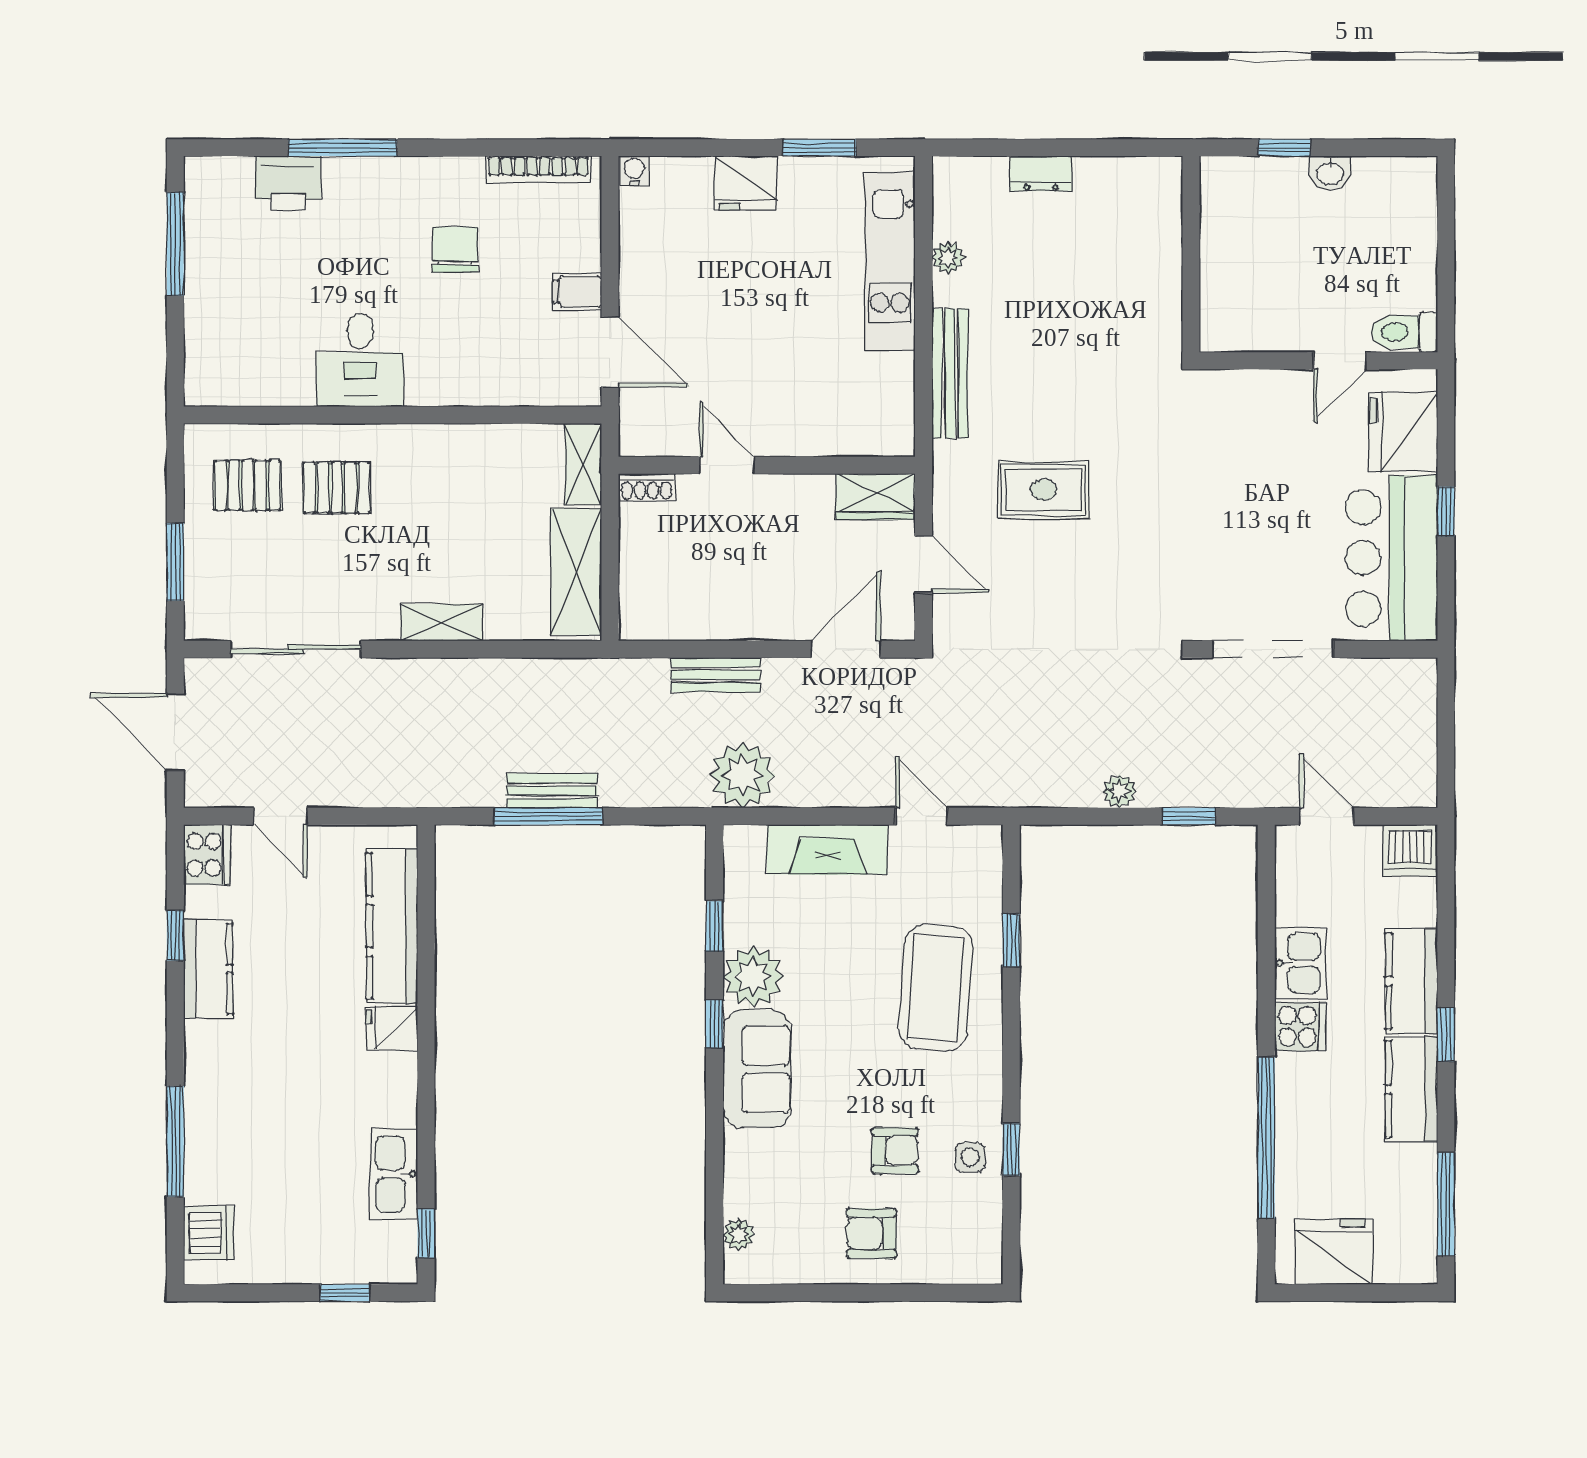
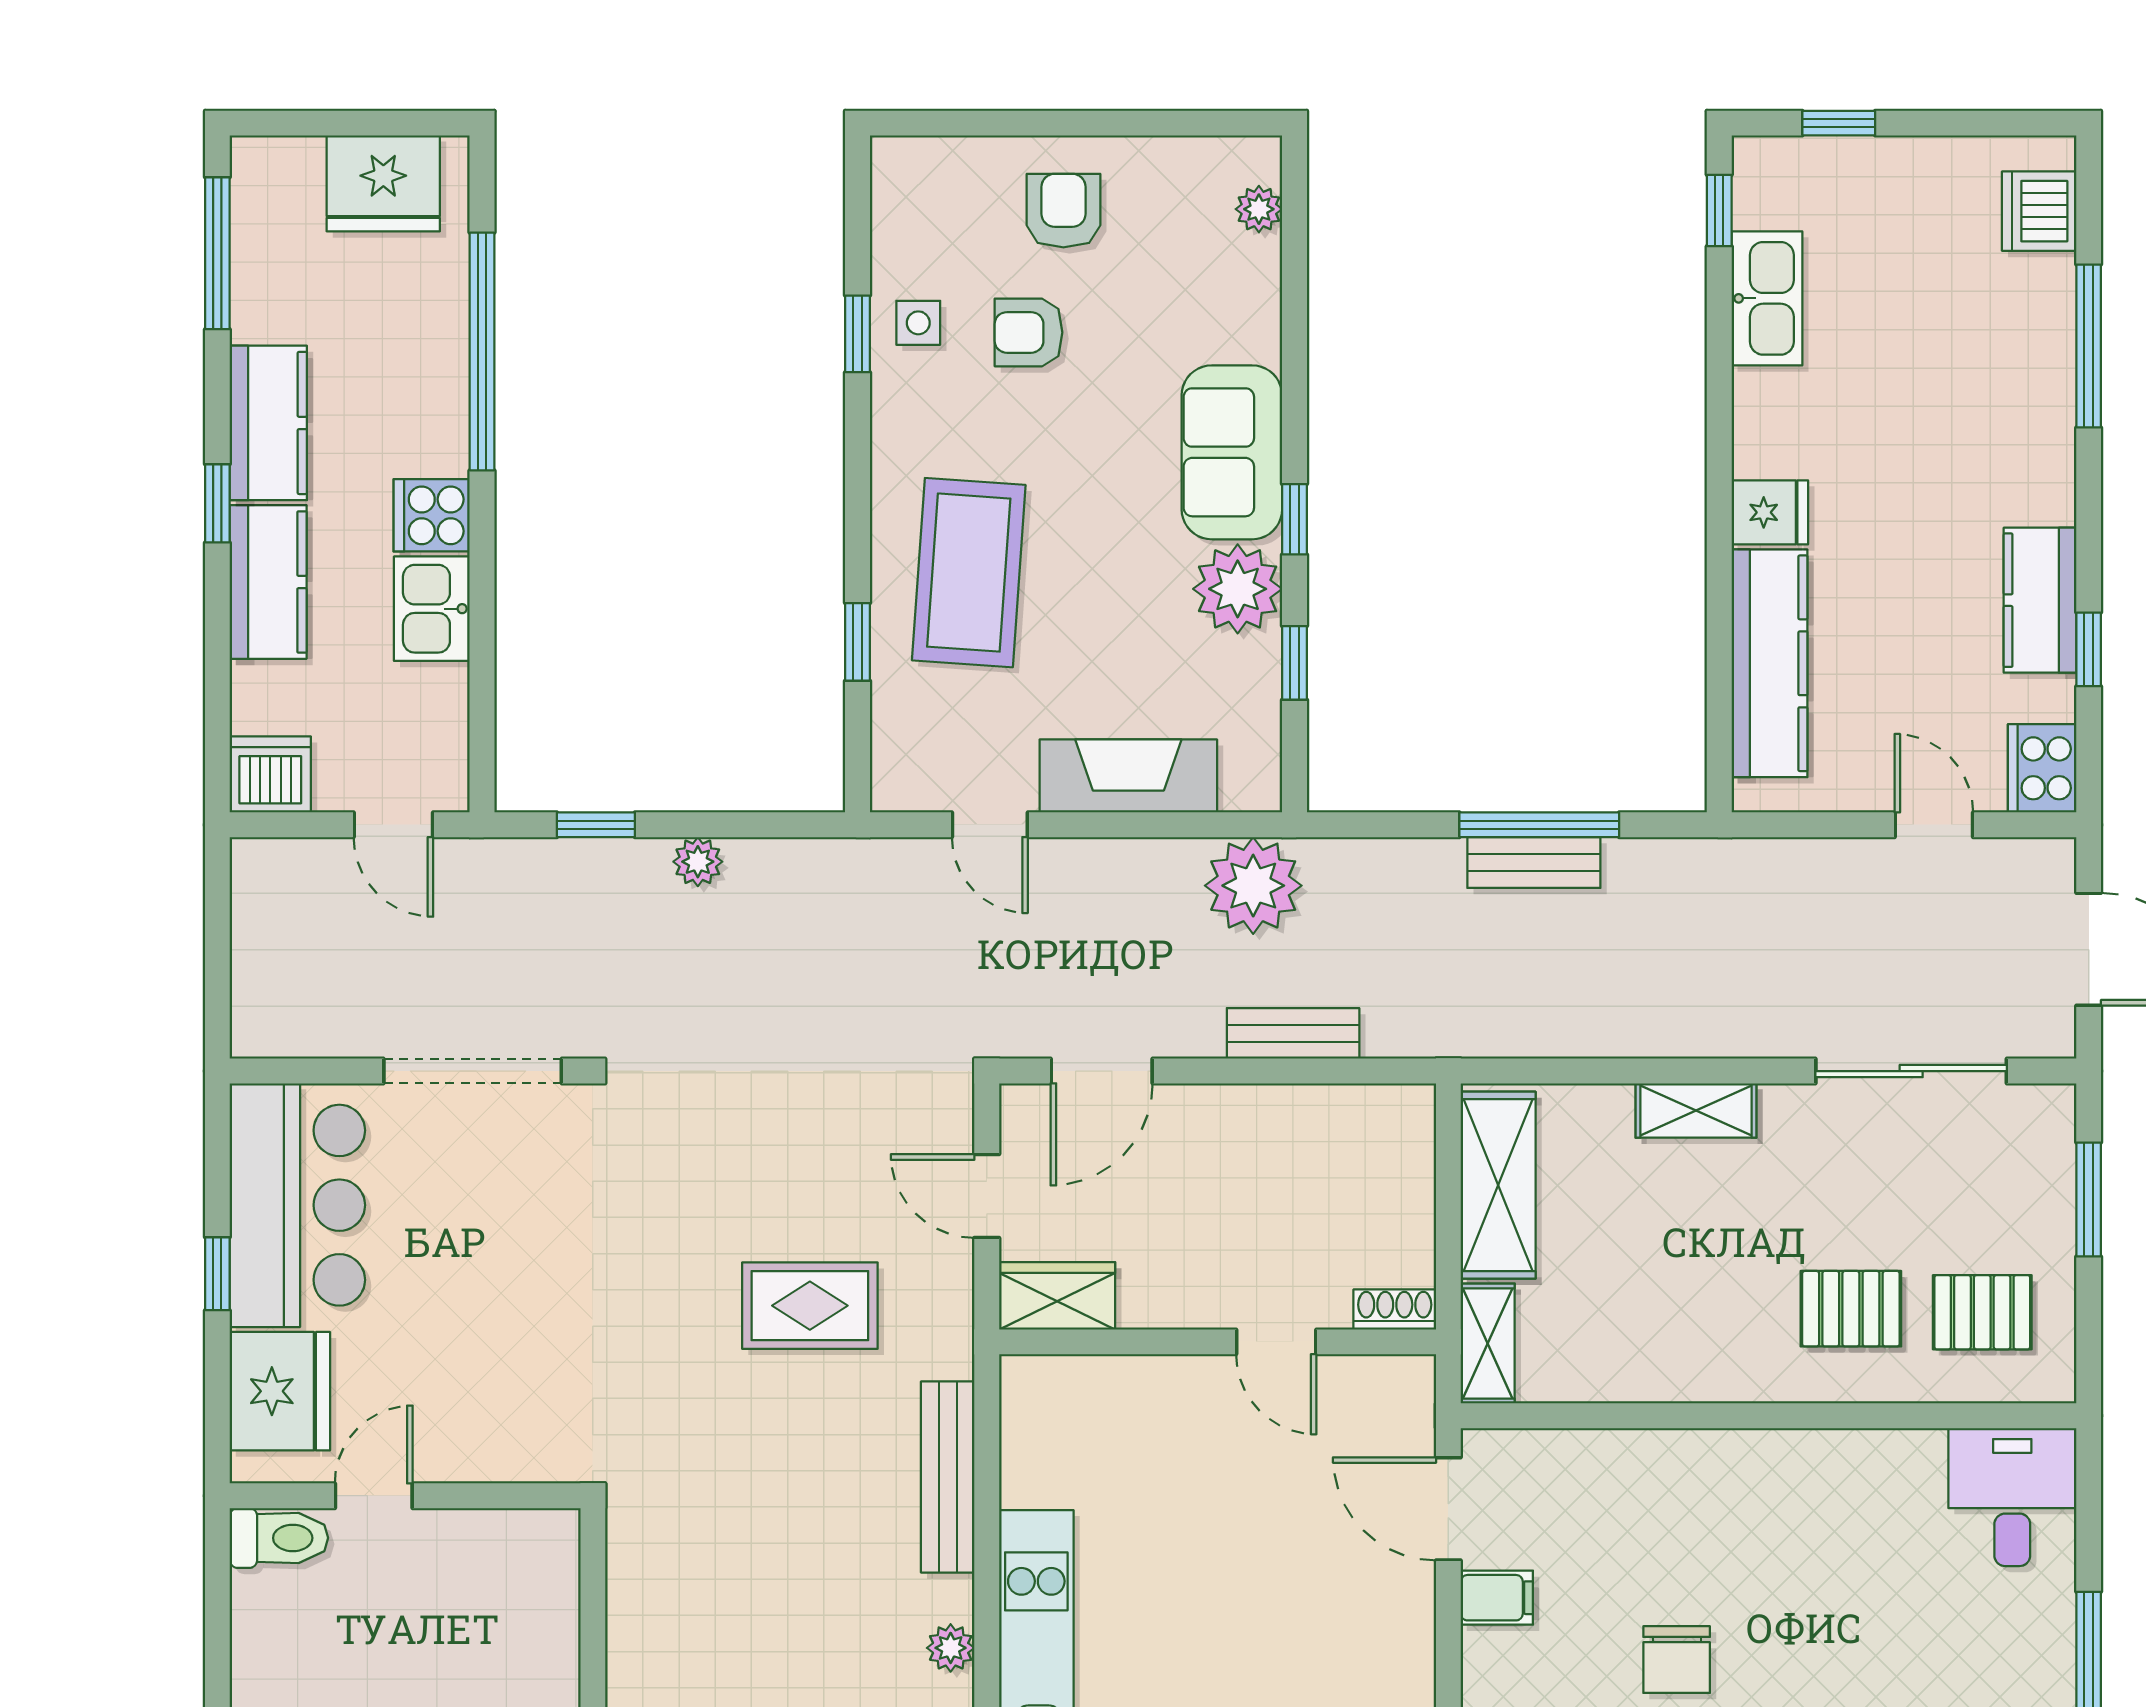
desk: (360, 360) -> (2012, 1497), moved
armchair: (871, 1233) -> (1063, 211), turned -90

